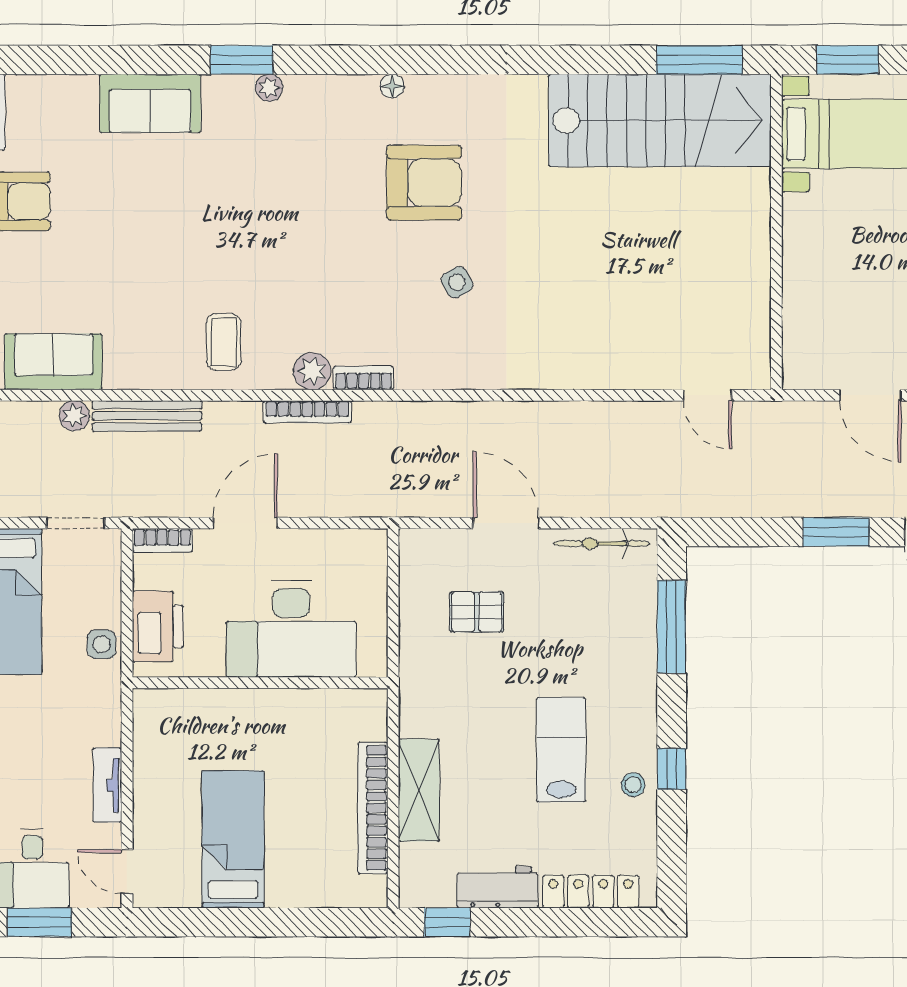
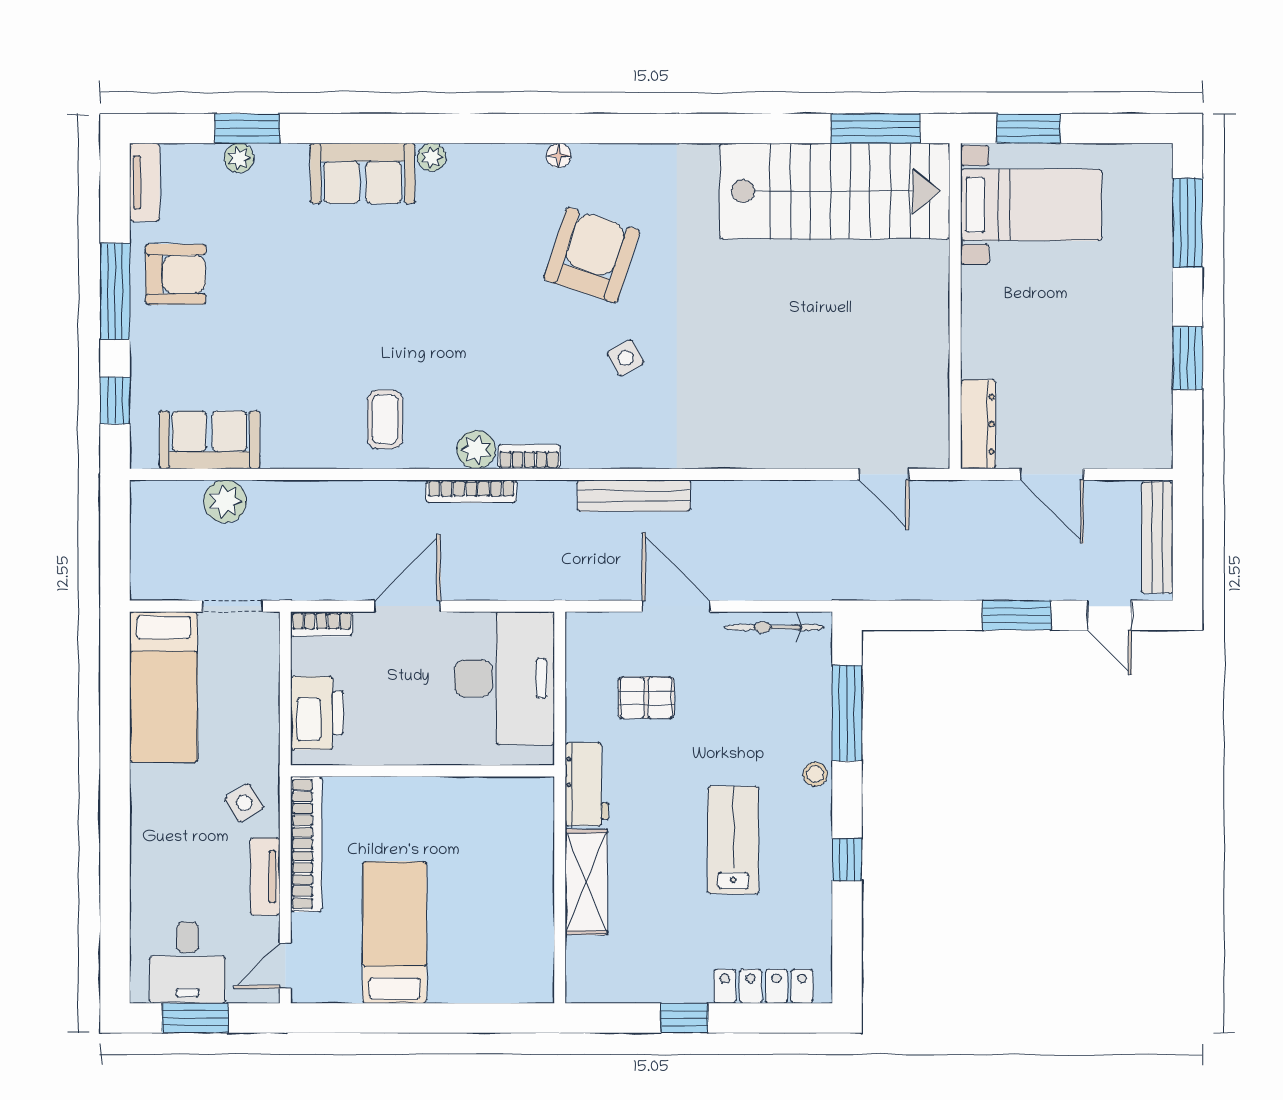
window: (242, 60) -> (247, 129), moved
plant: (82, 88) -> (239, 158), added
sofa: (150, 103) -> (363, 173), moved
armchair: (424, 183) -> (592, 255), turned -72
dresser: (799, 347) -> (978, 424), added
plant: (74, 416) -> (225, 501), width x1.38, depth x1.38
bench: (147, 416) -> (634, 496), moved
desk: (291, 629) -> (504, 678), moved, turned -90
side table: (102, 644) -> (244, 803), moved, turned -32
stool: (633, 785) -> (815, 774), moved
bookcase: (373, 808) -> (306, 844), moved, turned 180
door: (127, 872) -> (285, 966), hinge flipped
workbench: (497, 887) -> (587, 784), moved, turned 90
window: (447, 922) -> (684, 1018), moved

